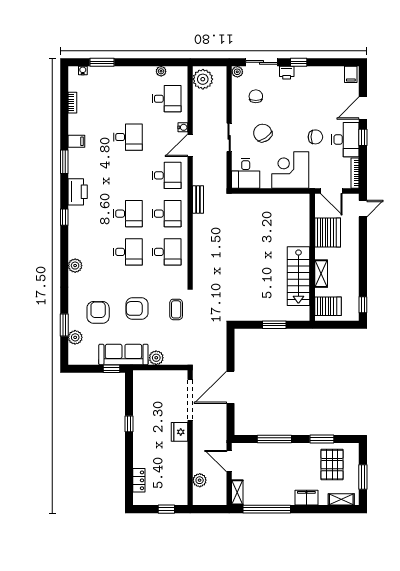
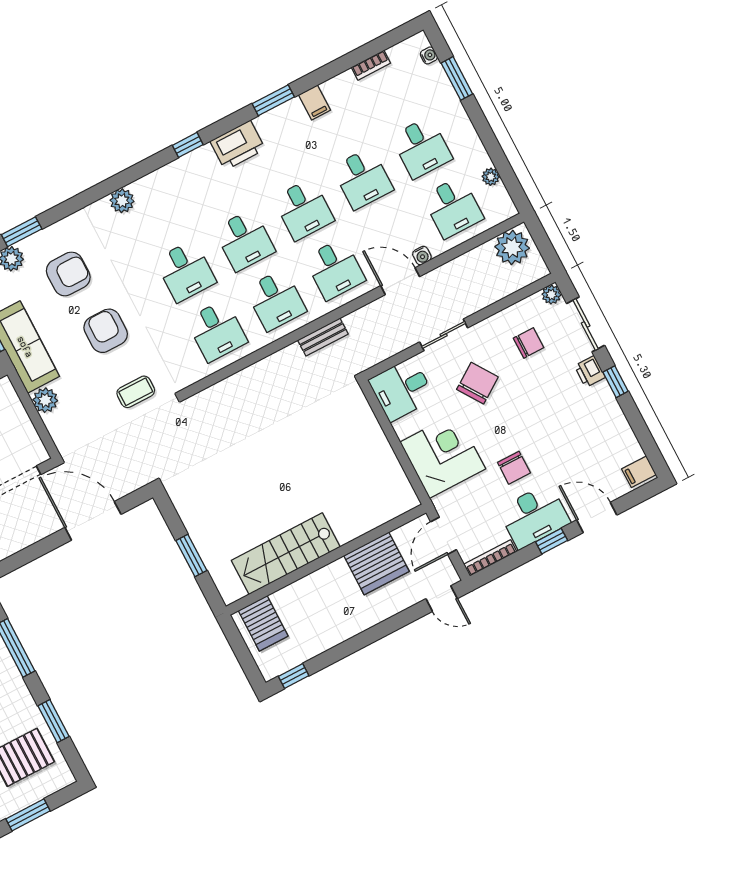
desk: (128, 99) -> (422, 148), added
desk: (128, 175) -> (304, 209), added
shelving: (321, 274) -> (308, 586), removed
door: (230, 387) -> (93, 521), moved

